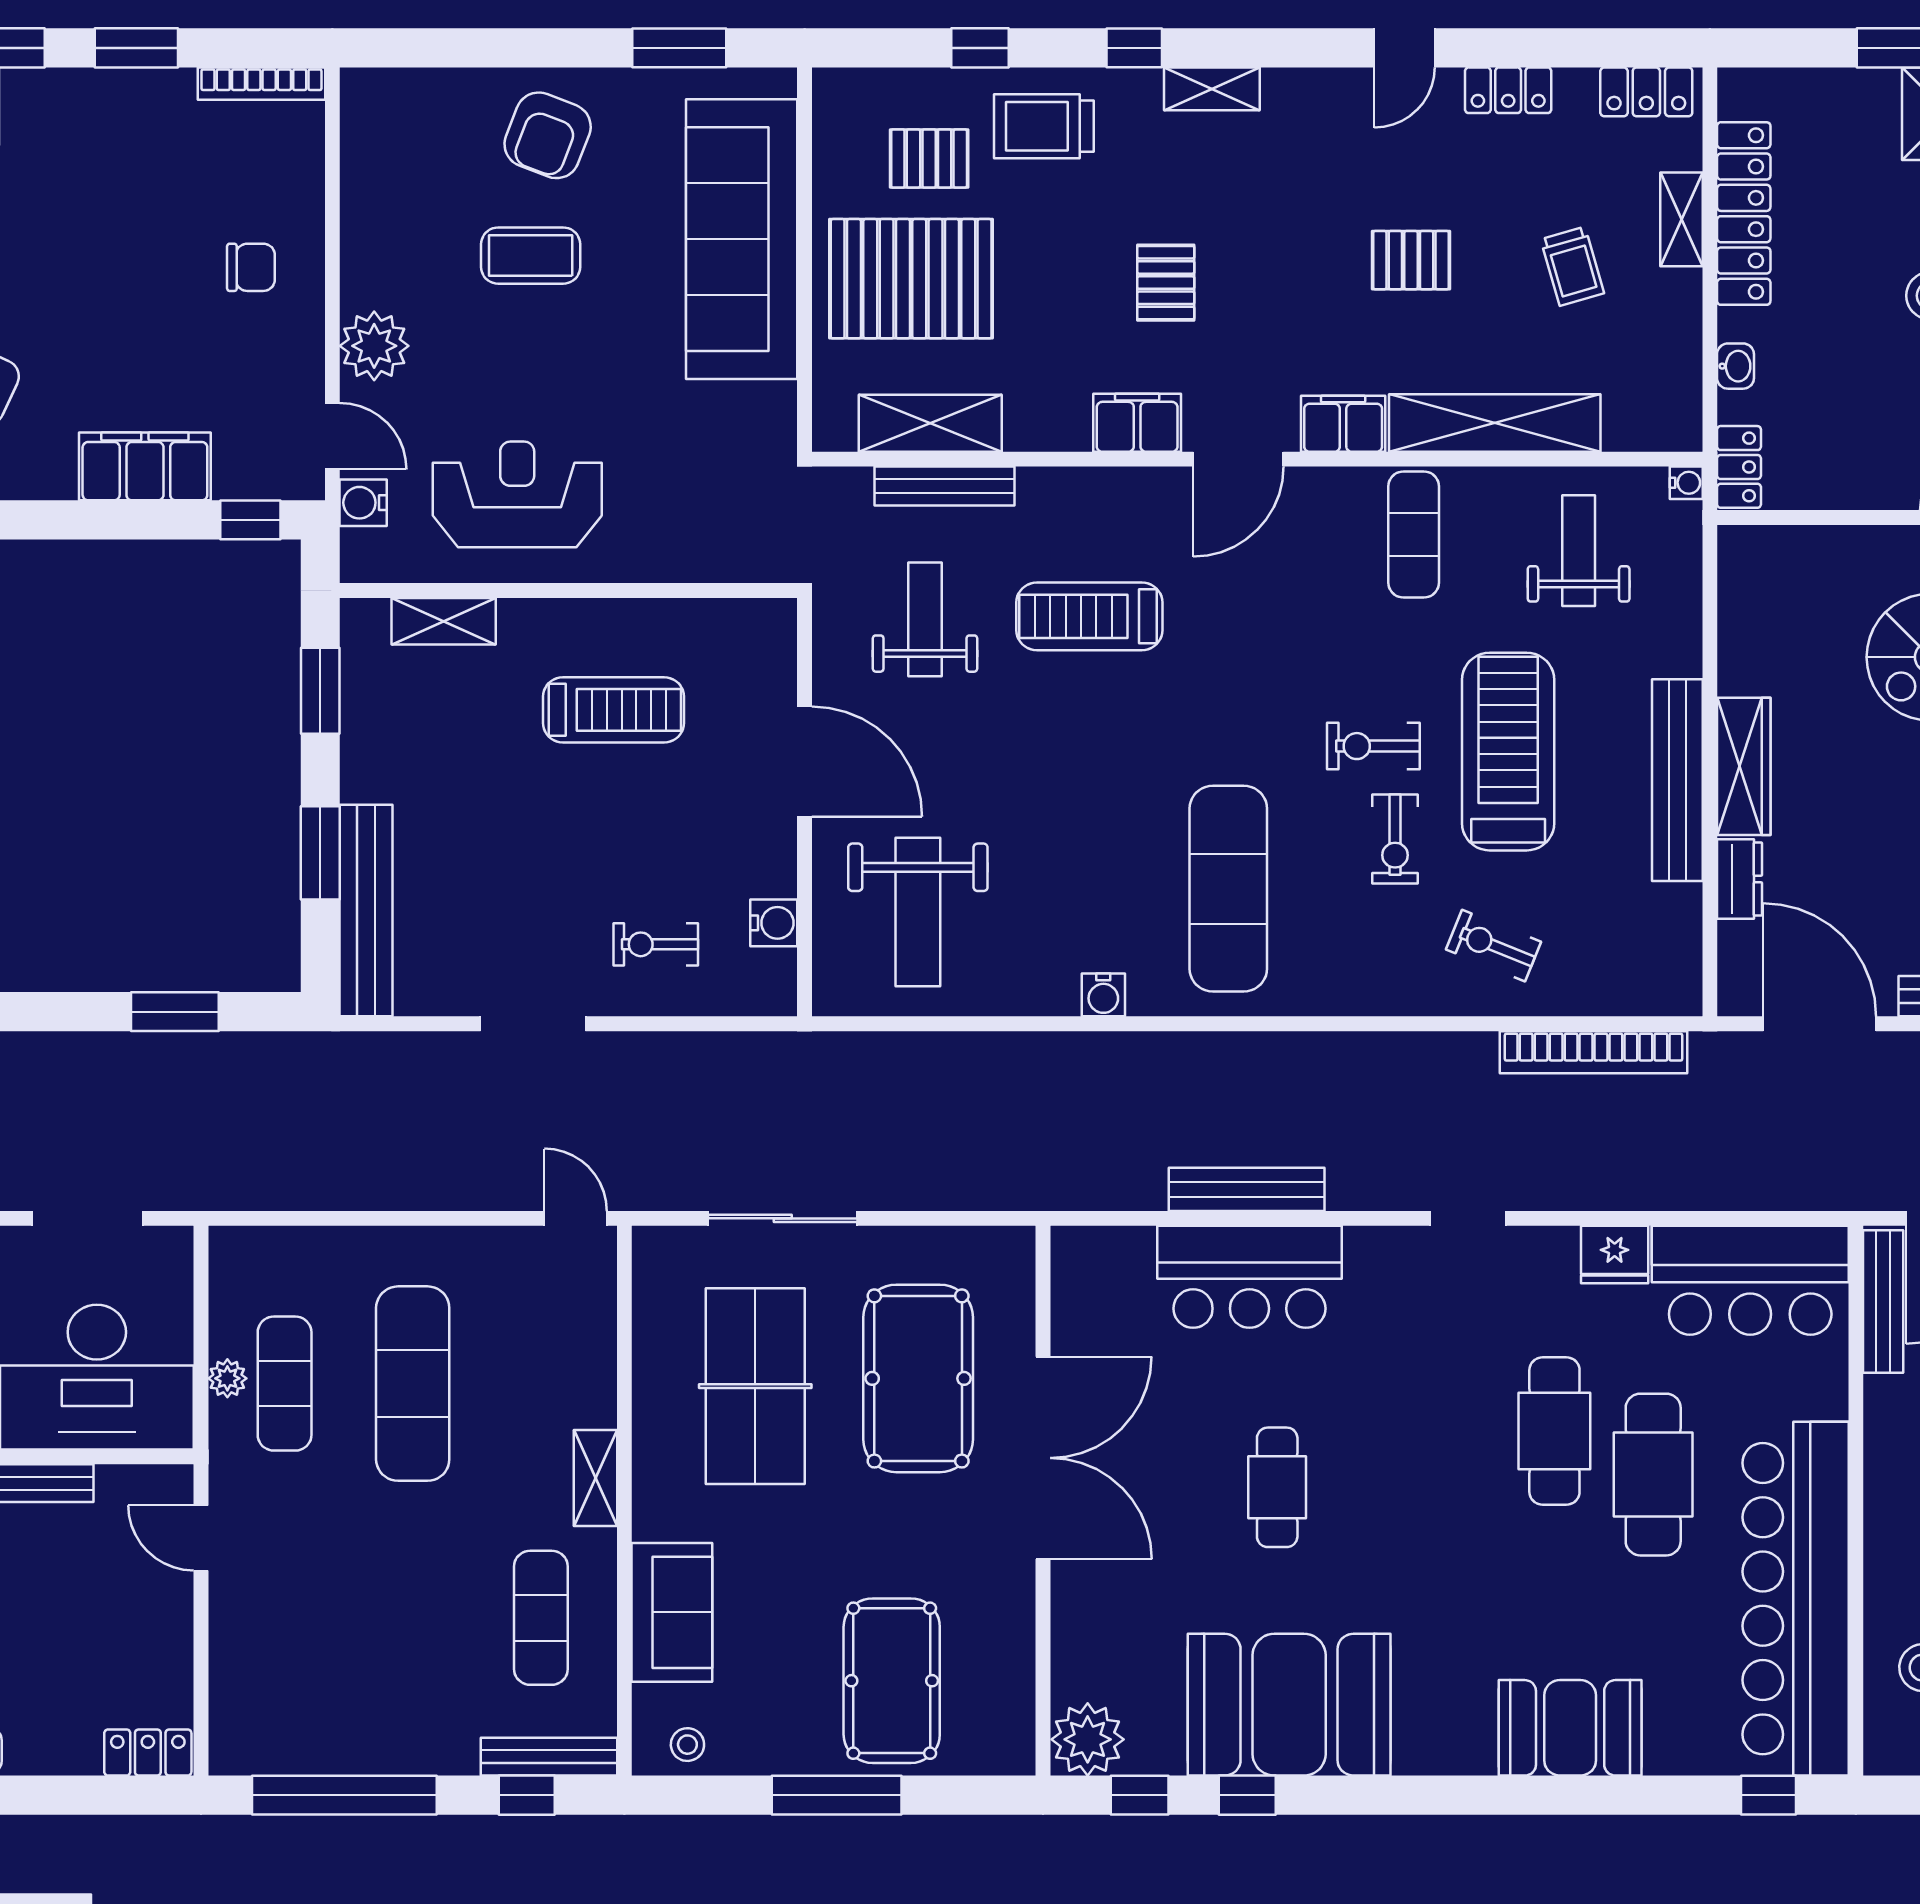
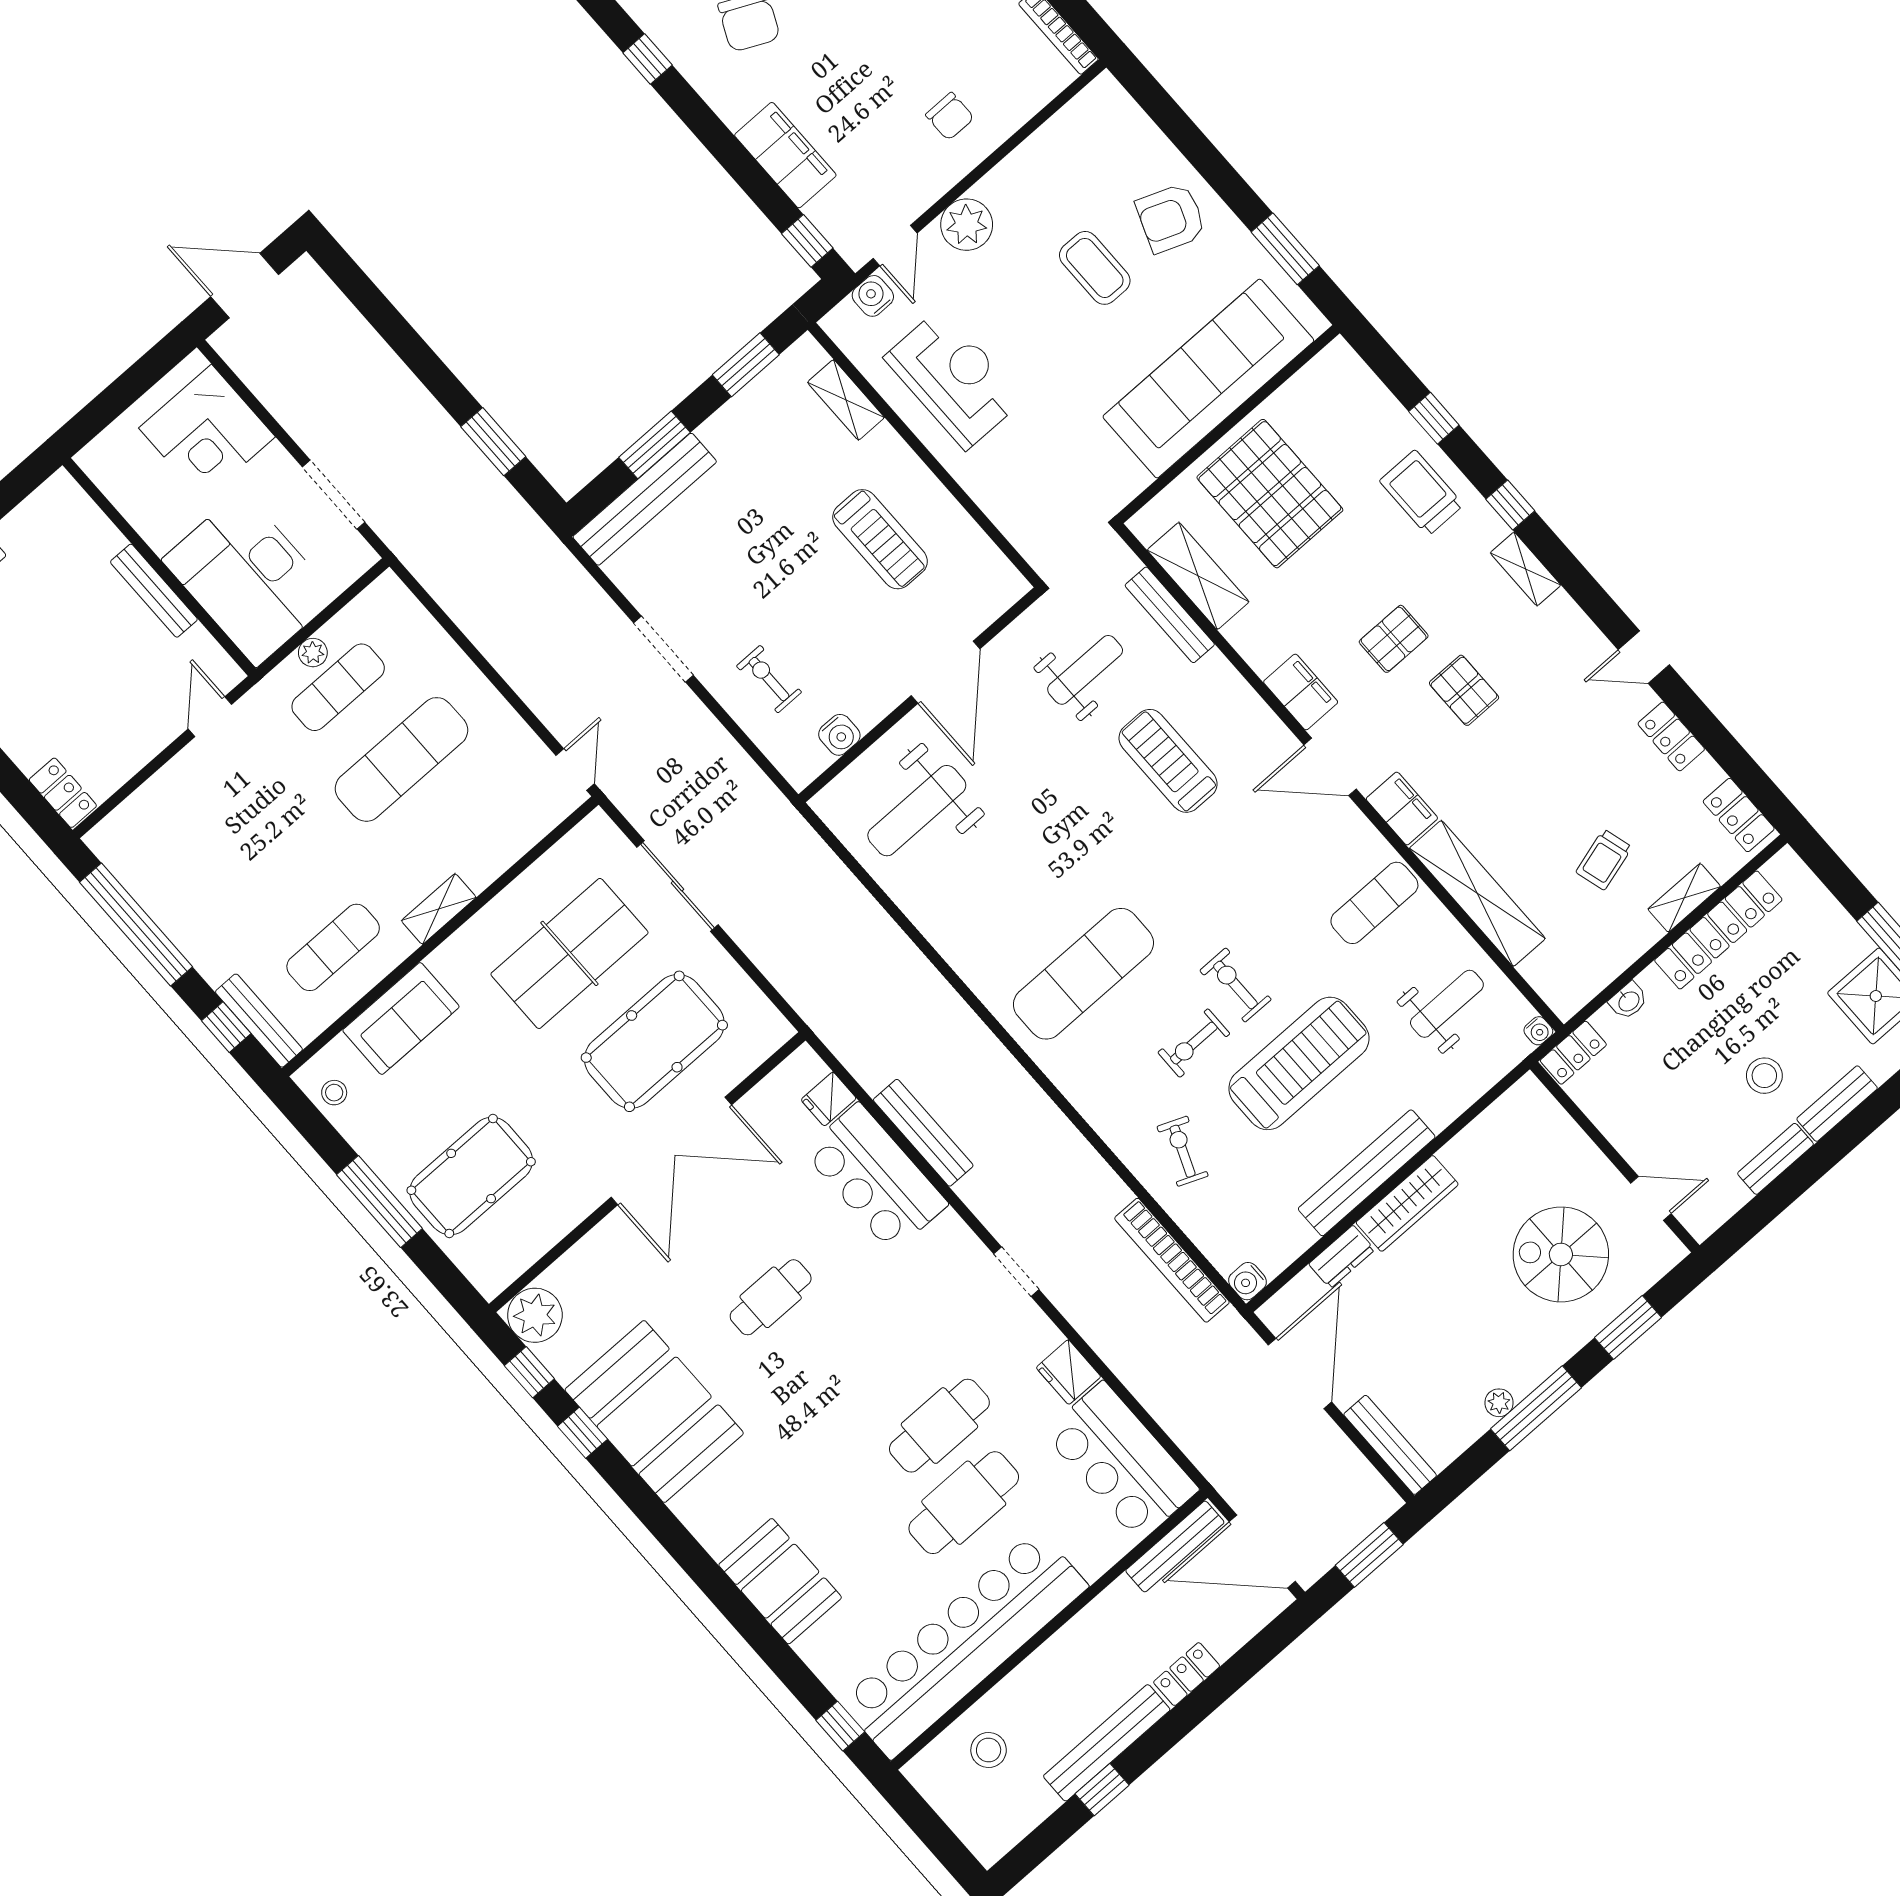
pallet: (929, 159) -> (1346, 444), removed
pallet: (1411, 260) -> (1464, 690), moved
water cooler: (1103, 995) -> (1247, 1281), moved
fridge: (1129, 1254) -> (829, 1099), added

